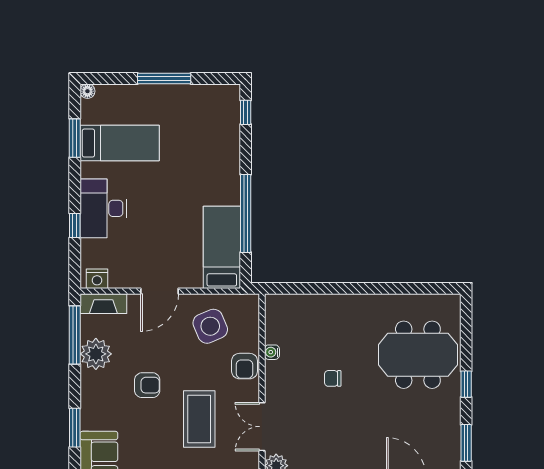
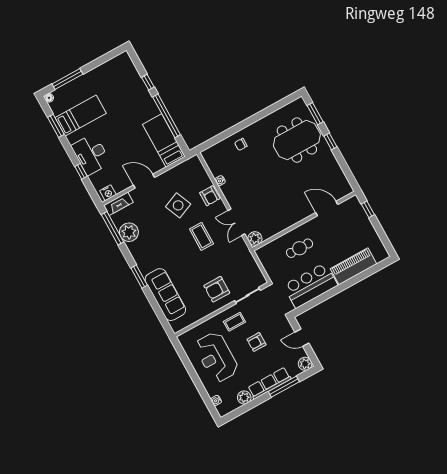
window: (164, 78) -> (67, 79), moved
window: (246, 112) -> (148, 82), moved
door: (160, 291) -> (144, 181), swing flipped
side table: (210, 326) -> (178, 205), moved
chair: (333, 378) -> (241, 144), moved
armchair: (147, 385) -> (165, 234), removed
coffee table: (199, 419) -> (201, 236), width x0.73, depth x0.76
window: (466, 443) -> (315, 114), moved

